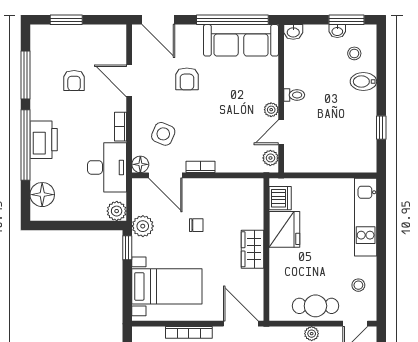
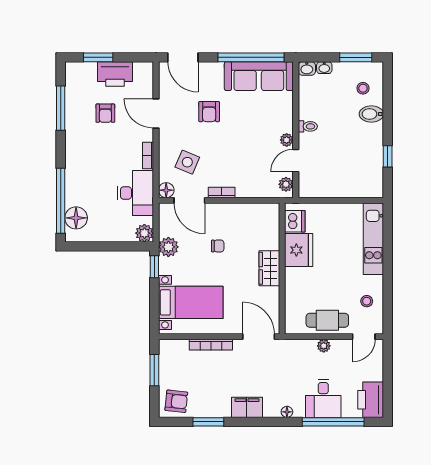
washbasin: (337, 31) -> (324, 68), moved
printer: (44, 140) -> (115, 74), moved, turned 90
window: (25, 145) -> (61, 201), moved

